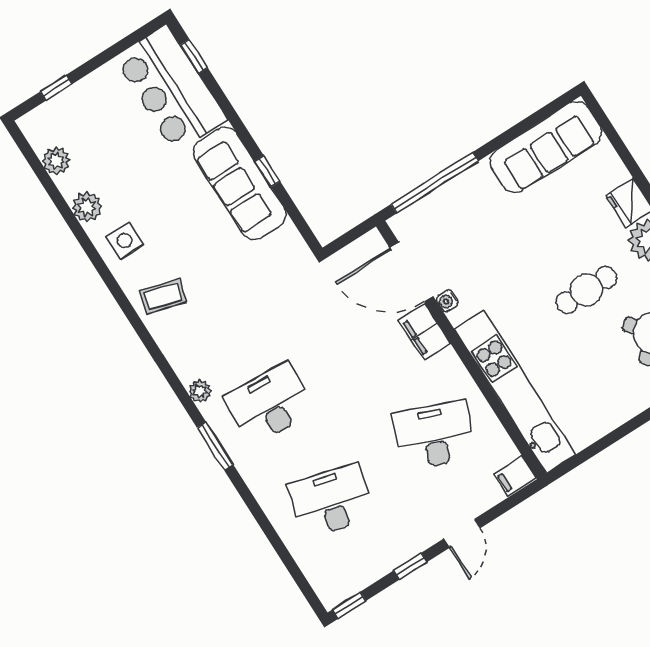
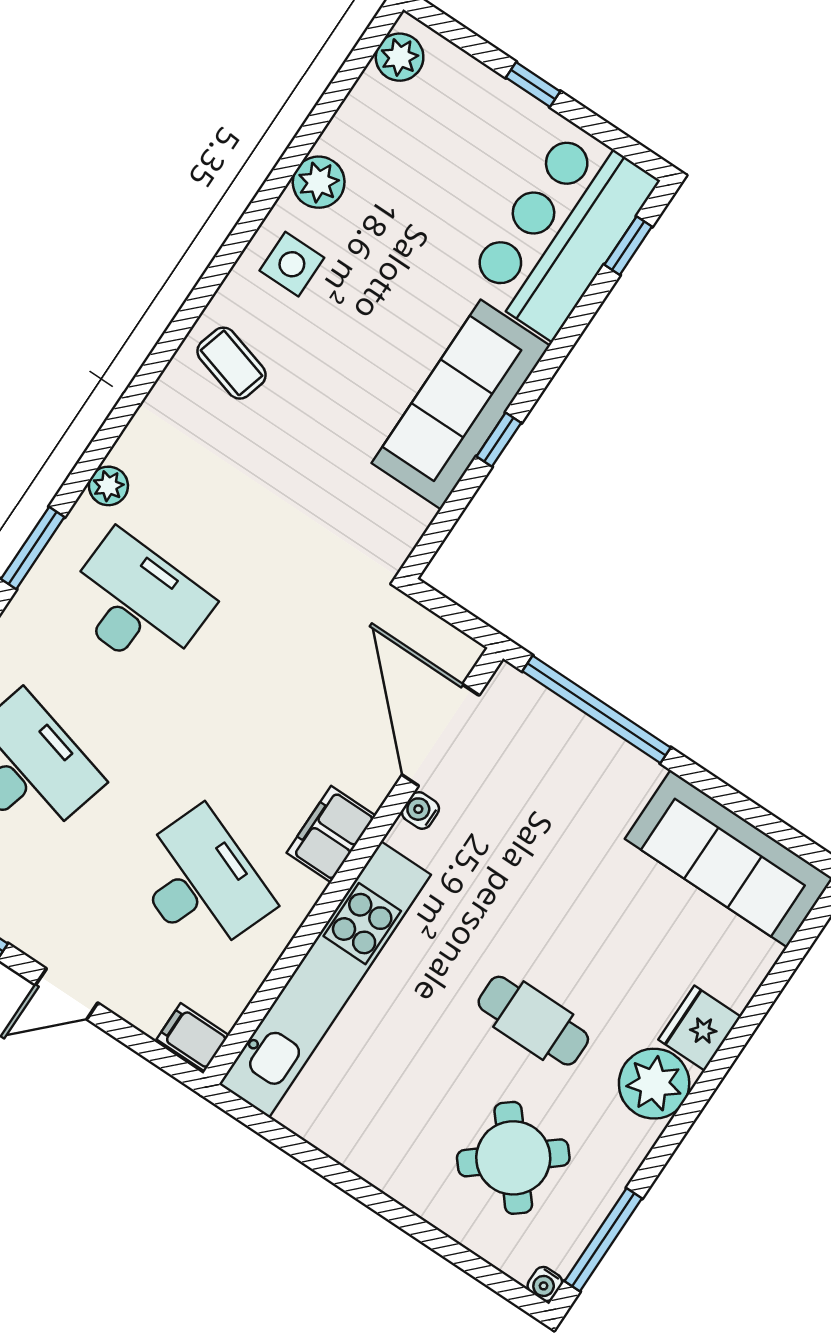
window: (56, 88) -> (533, 84), moved
plant: (56, 161) -> (400, 57), moved
filing cabinet: (424, 332) -> (331, 834), moved

